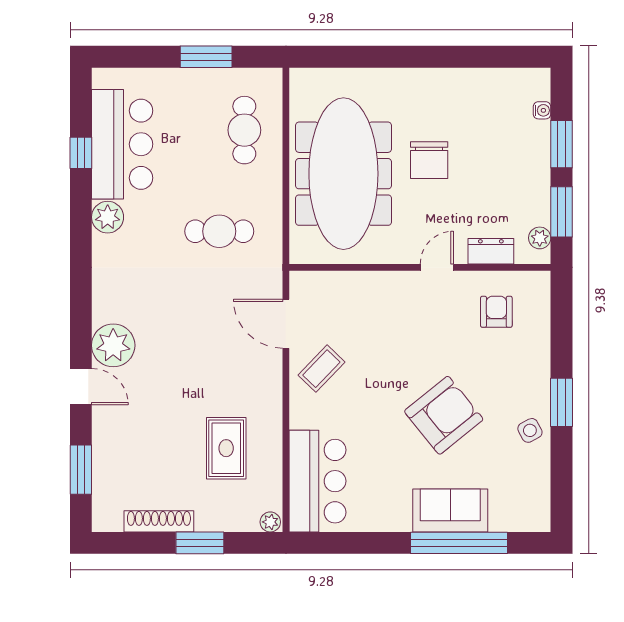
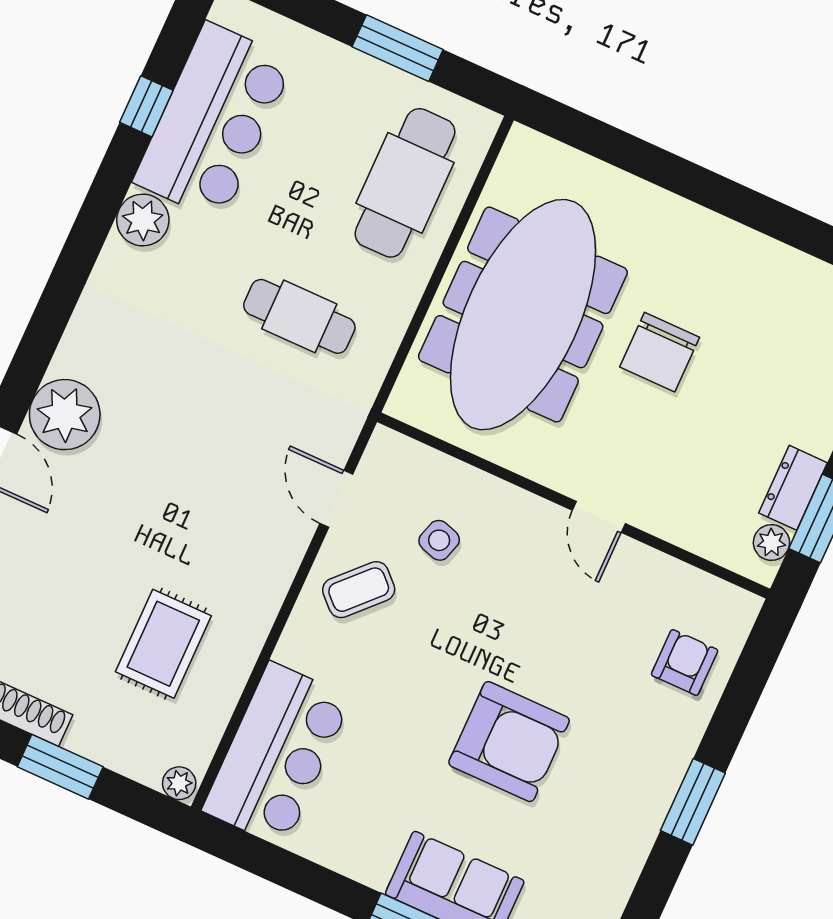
cafe table: (244, 130) -> (405, 183), width x1.37, depth x1.35
dresser: (491, 251) -> (793, 488), moved, turned -90
door: (437, 267) -> (599, 517), swing flipped
armchair: (496, 312) -> (685, 662), moved
door: (286, 324) -> (336, 499), width x0.73
armchair: (444, 415) -> (509, 742), turned 39
side table: (530, 430) -> (439, 540), moved, turned 45

